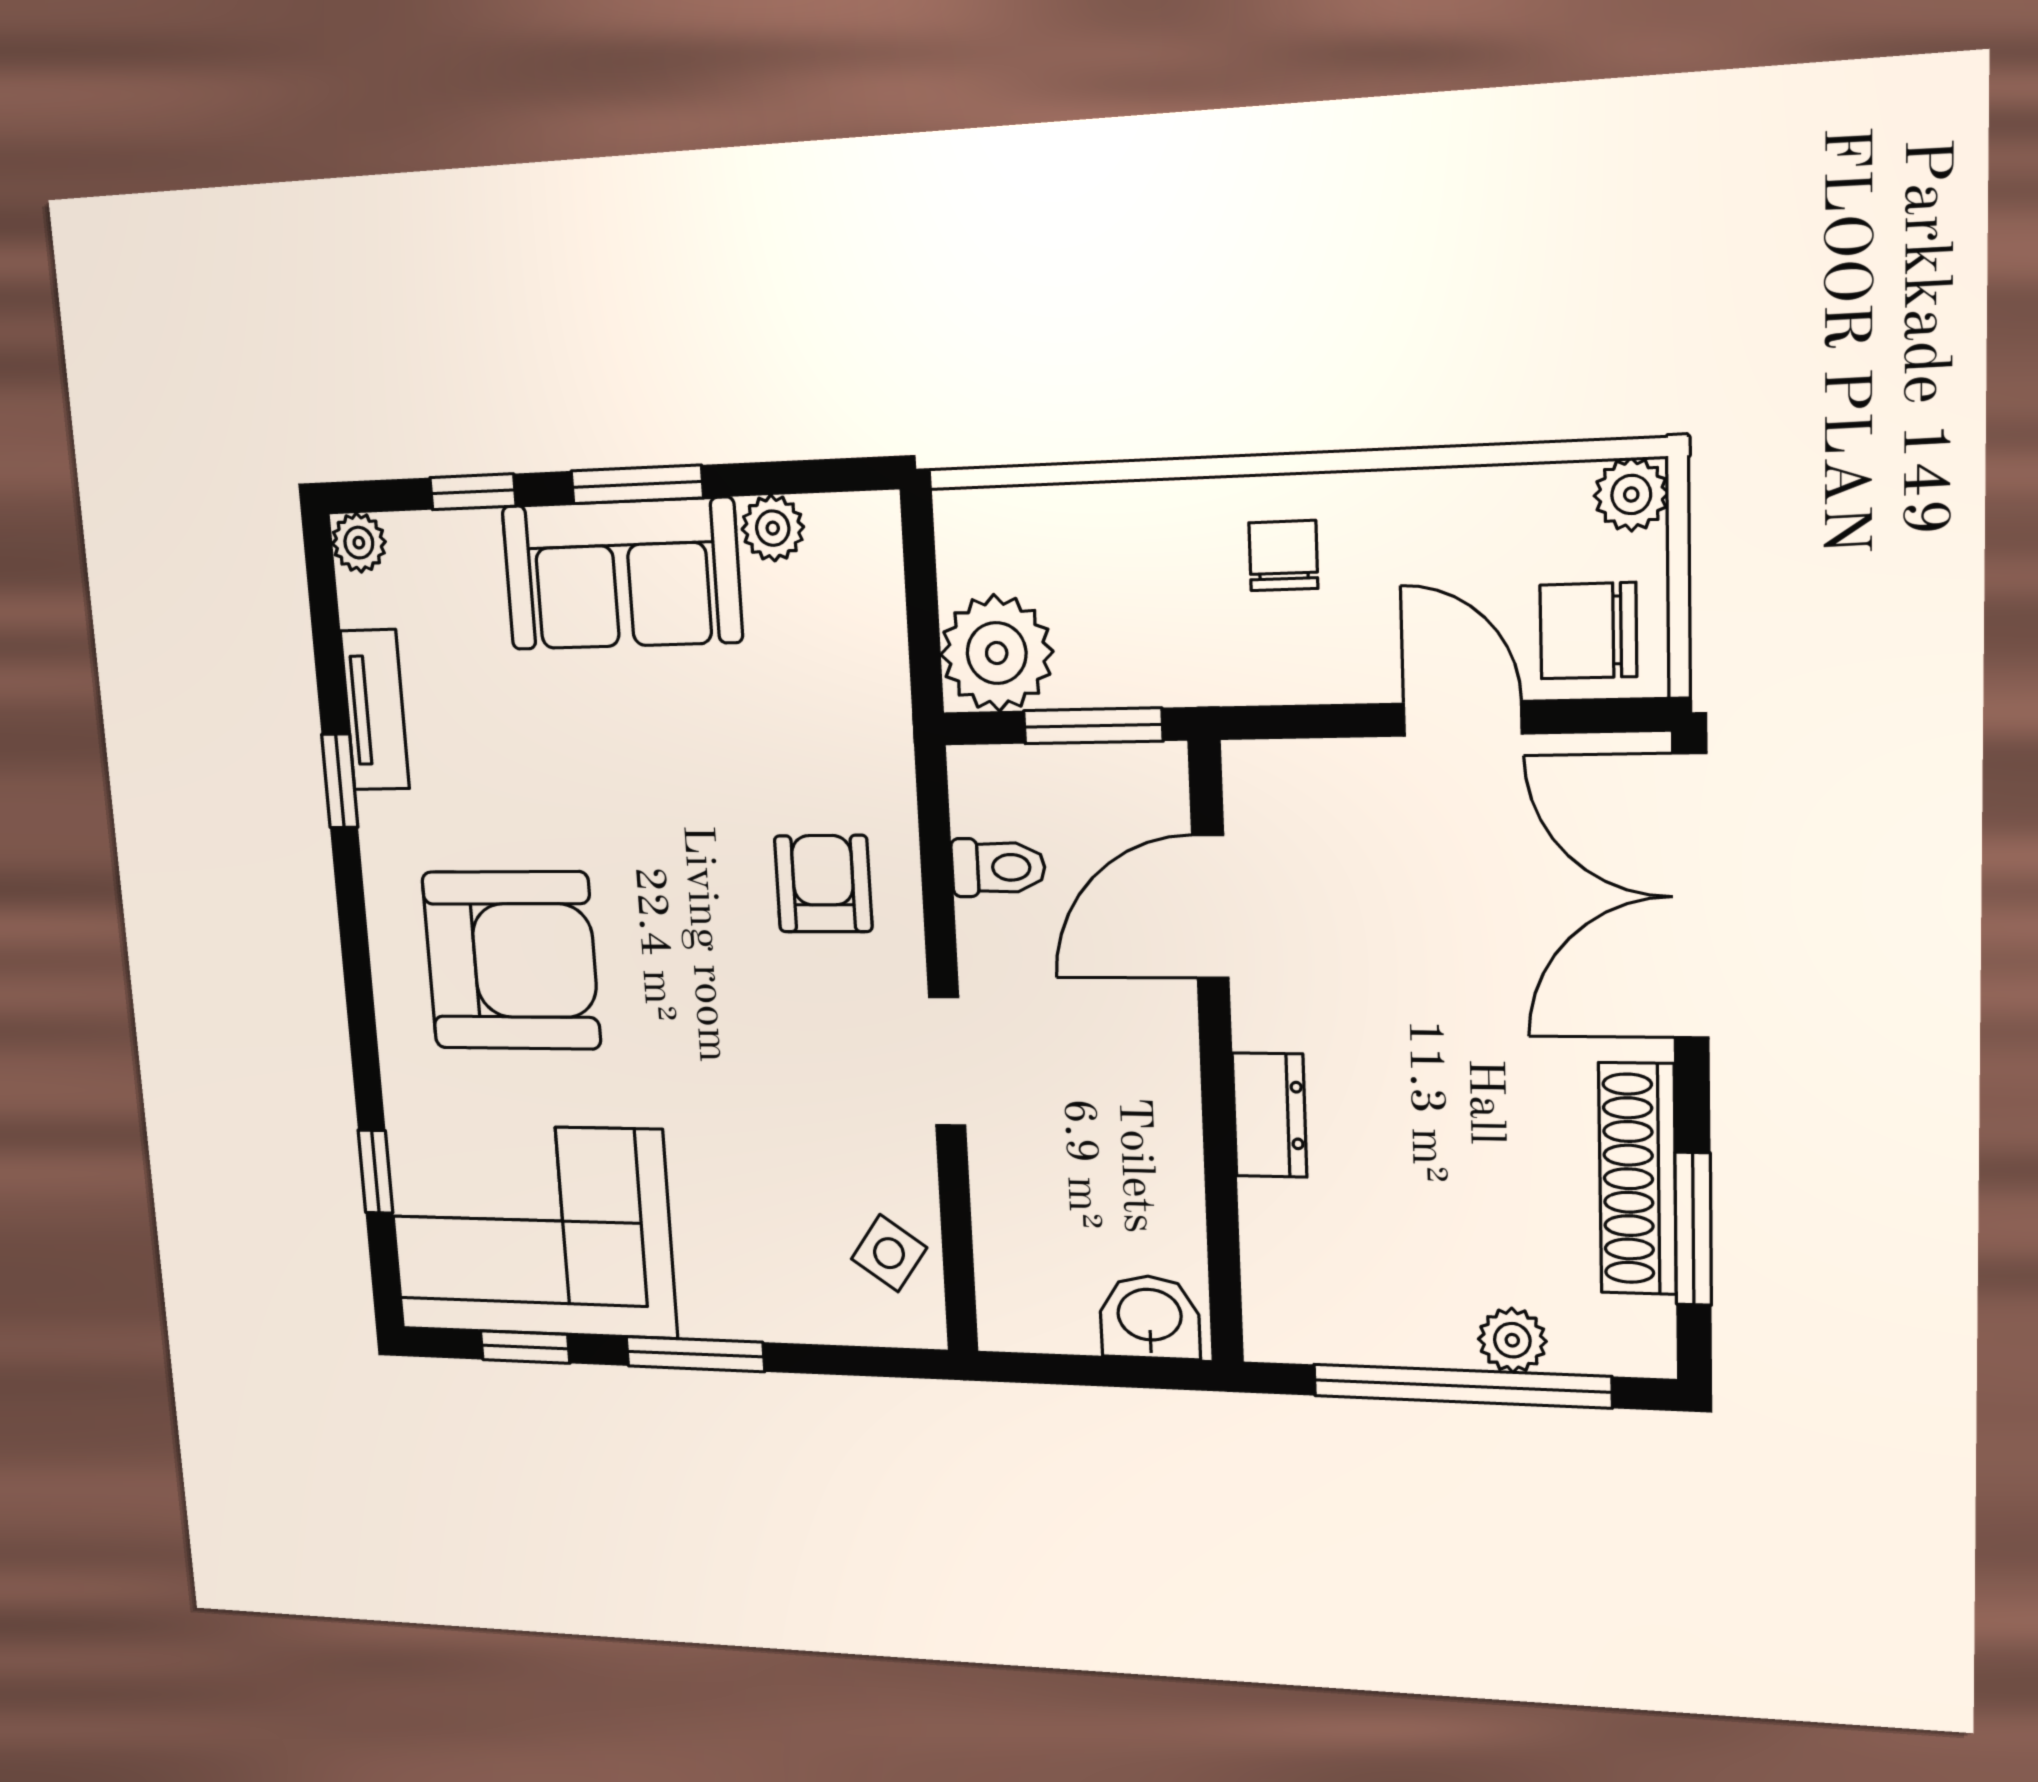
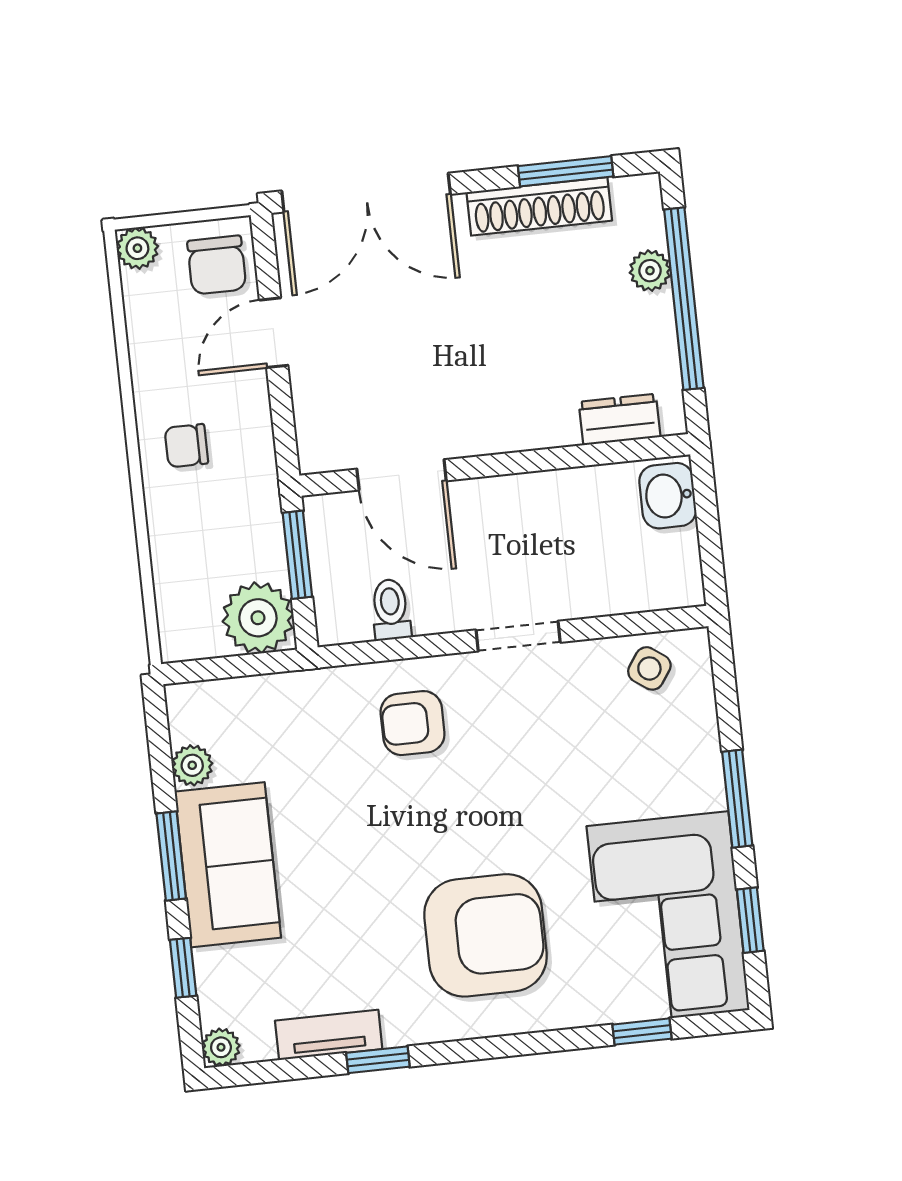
armchair: (511, 961) -> (486, 935), turned 90
dresser: (1270, 1115) -> (620, 419), moved

